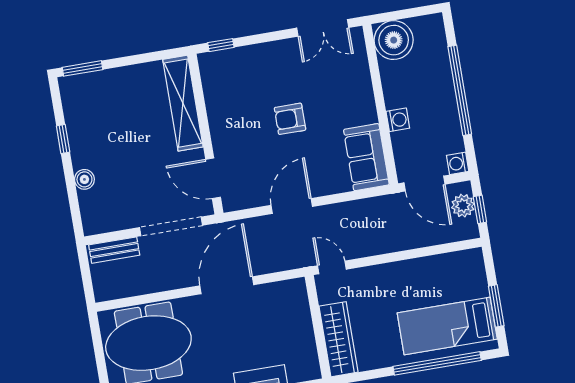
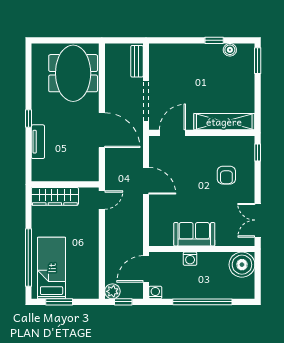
armchair: (290, 119) -> (226, 175), moved, turned 180
sofa: (366, 157) -> (194, 234), moved
boiler: (84, 179) -> (230, 50), moved
plant: (463, 206) -> (112, 291), moved

